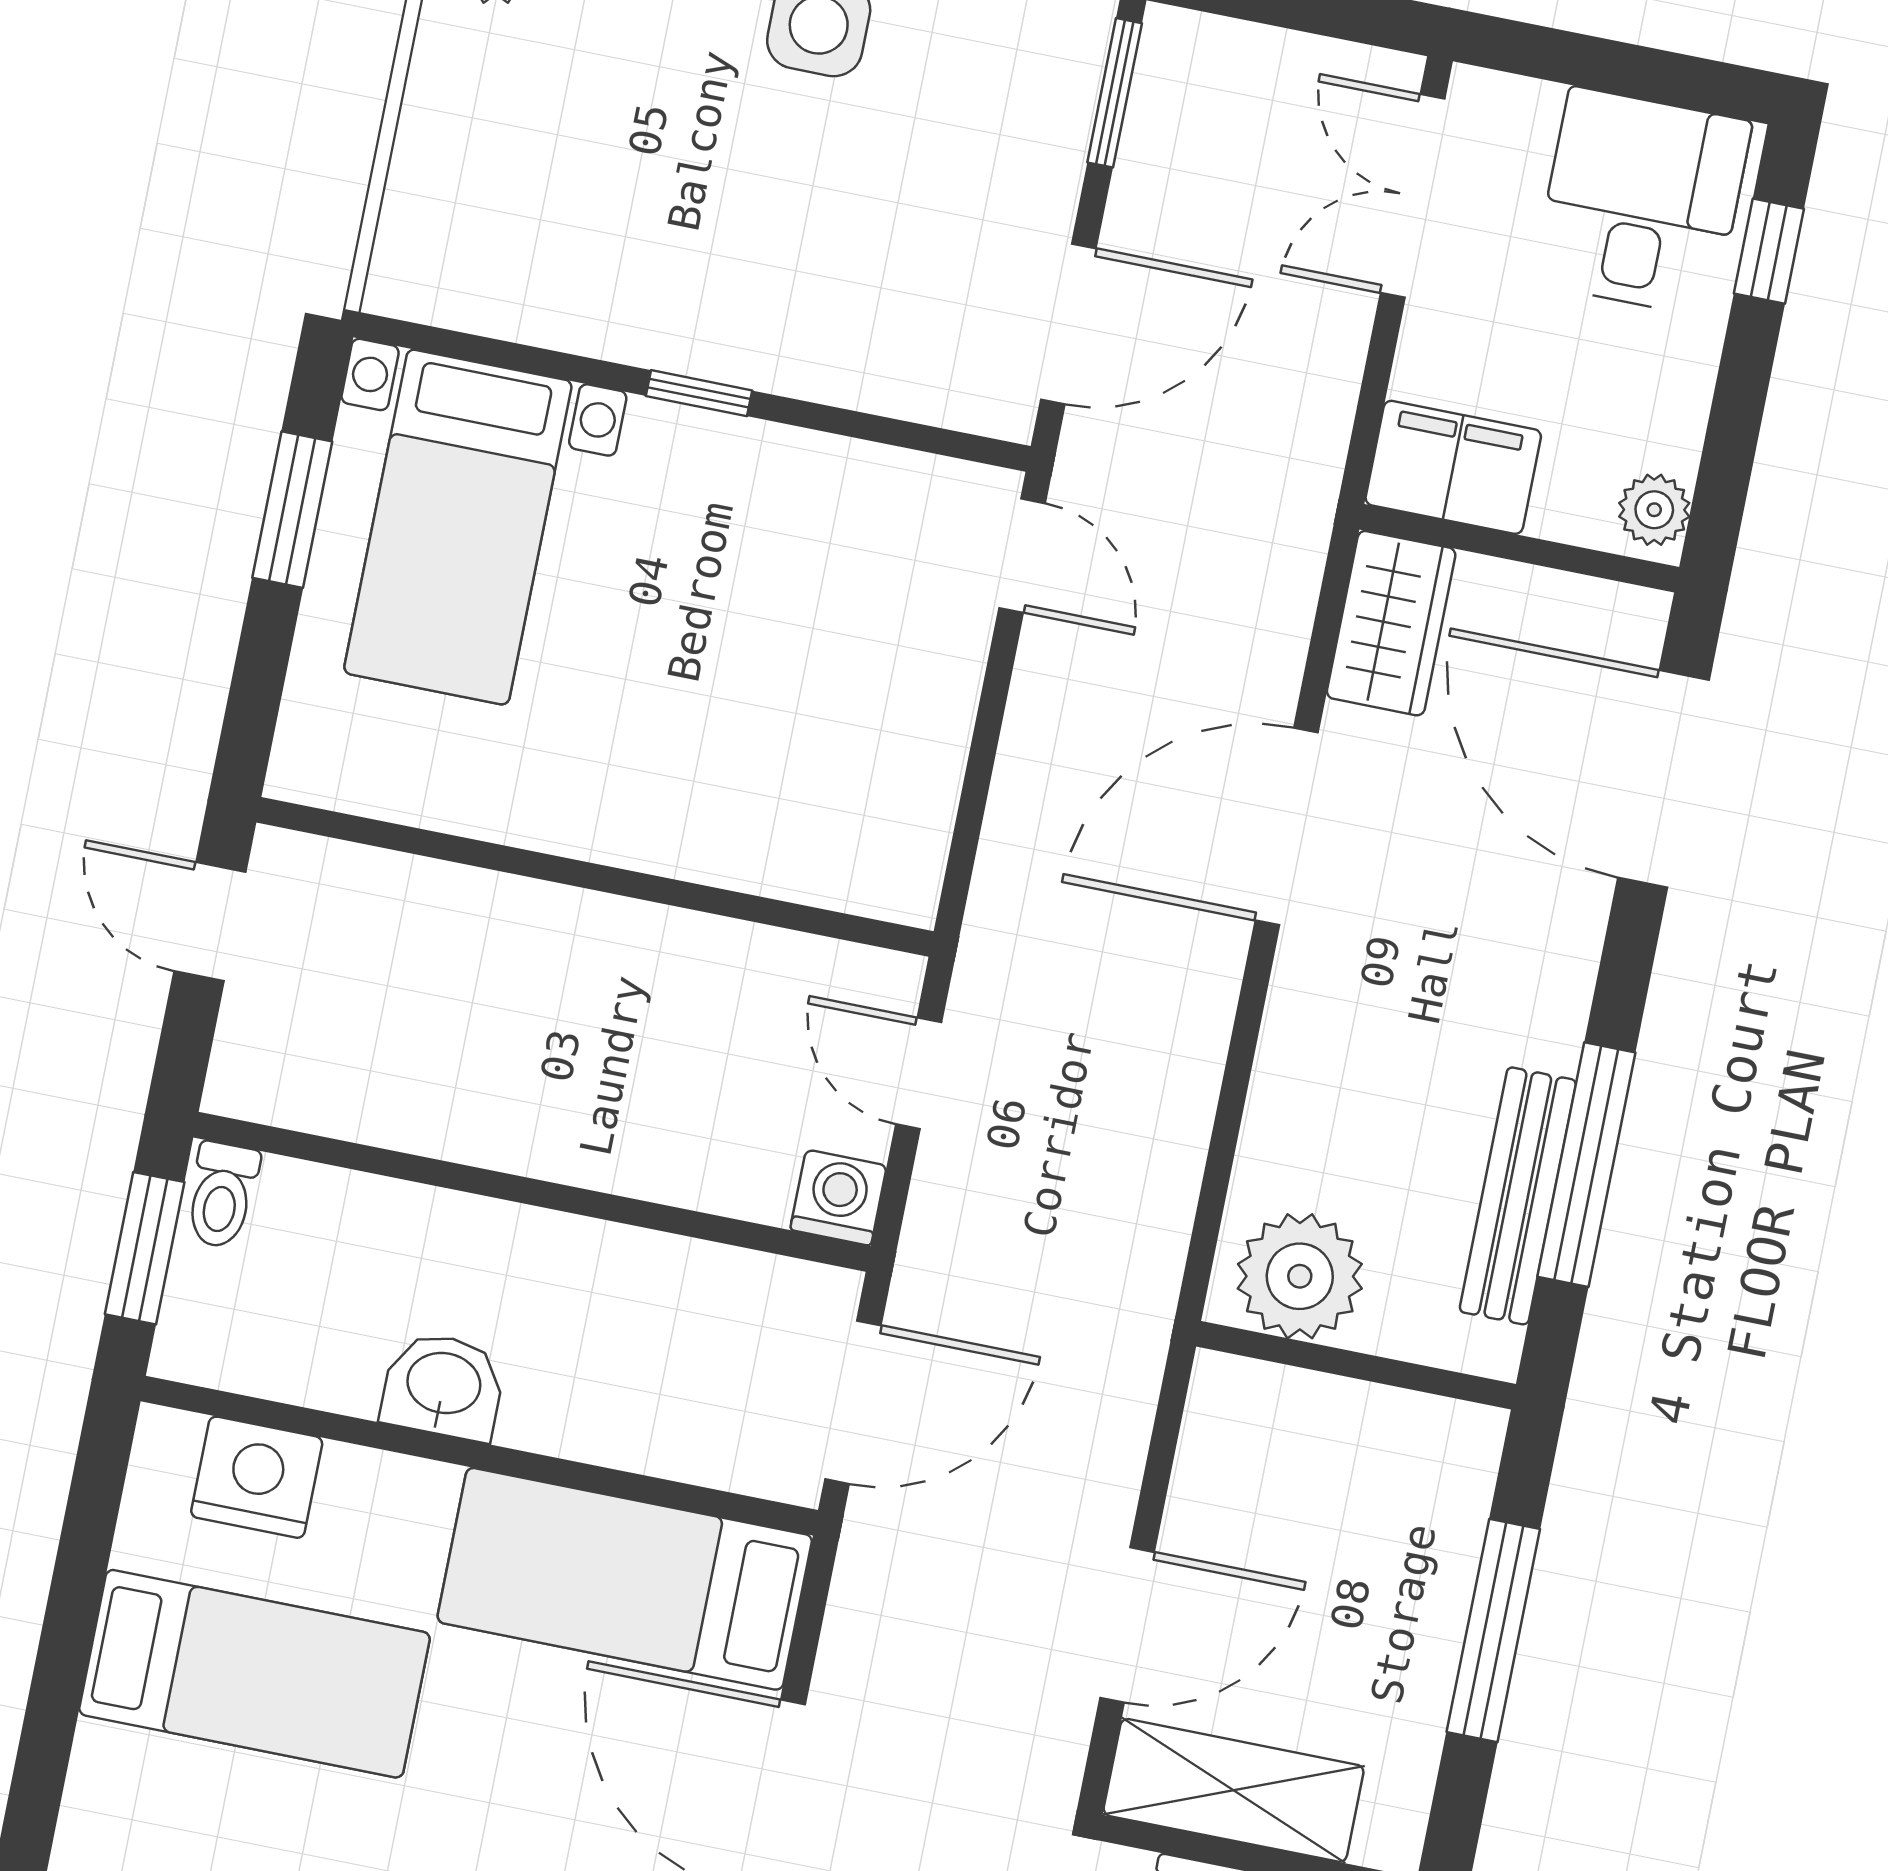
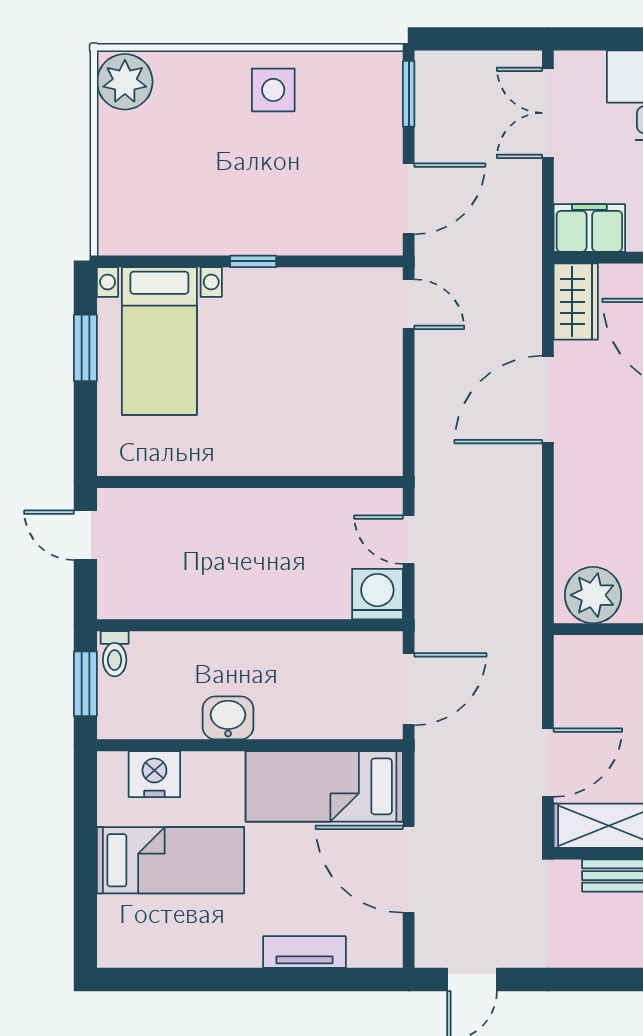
washing machine: (838, 1198) -> (377, 594), width x1.38, depth x1.38

